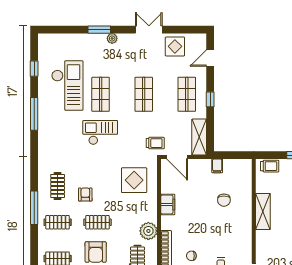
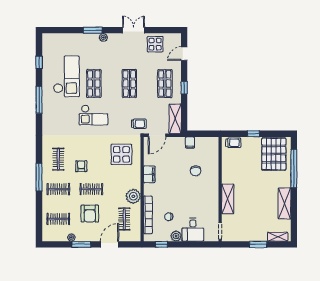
checkout: (100, 133) -> (94, 115), turned 180
door: (177, 157) -> (157, 135), hinge flipped
shelving: (263, 211) -> (228, 199), moved

